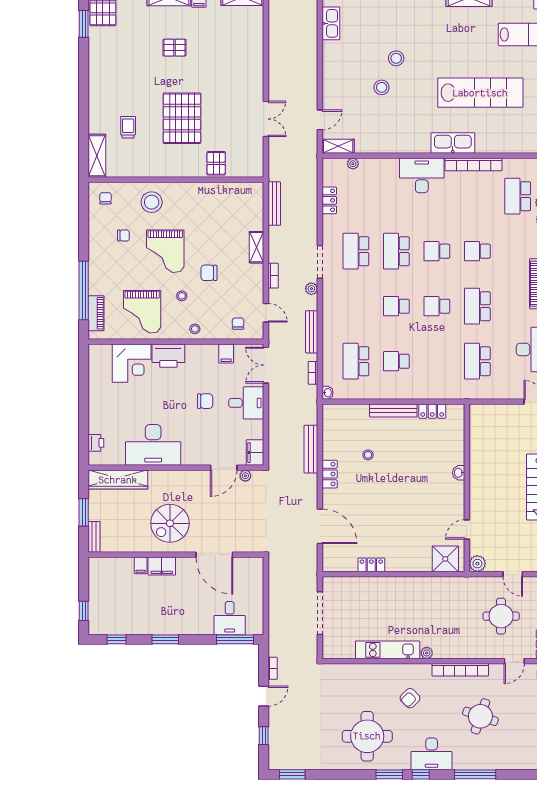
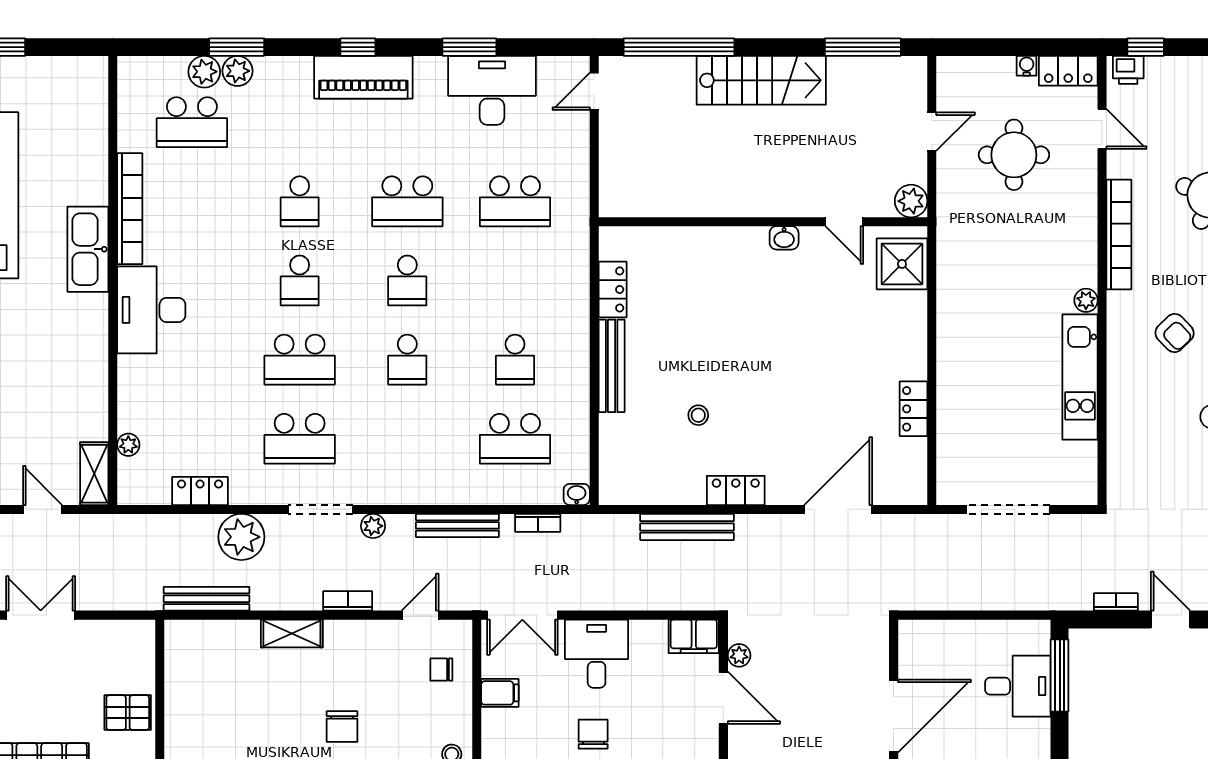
plant: (306, 221) -> (241, 537), added
washbasin: (459, 473) -> (784, 238), moved

